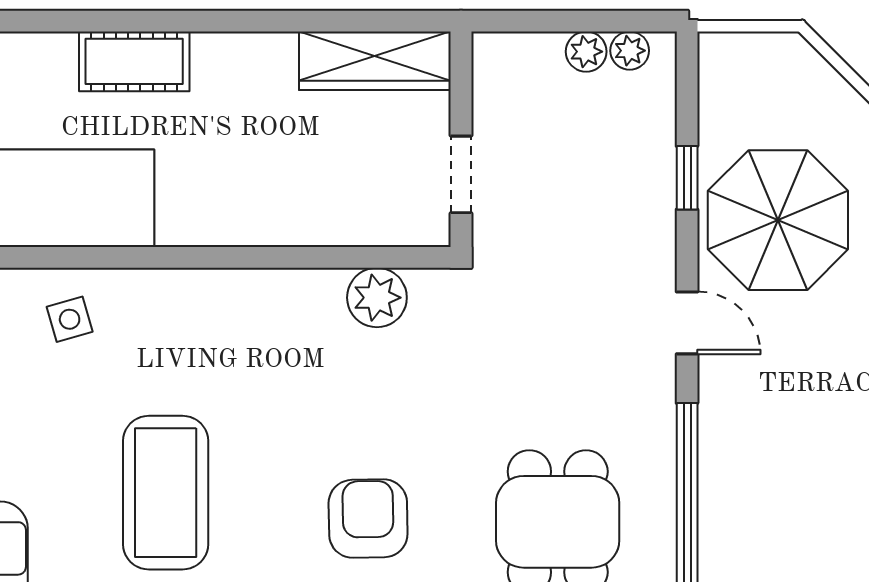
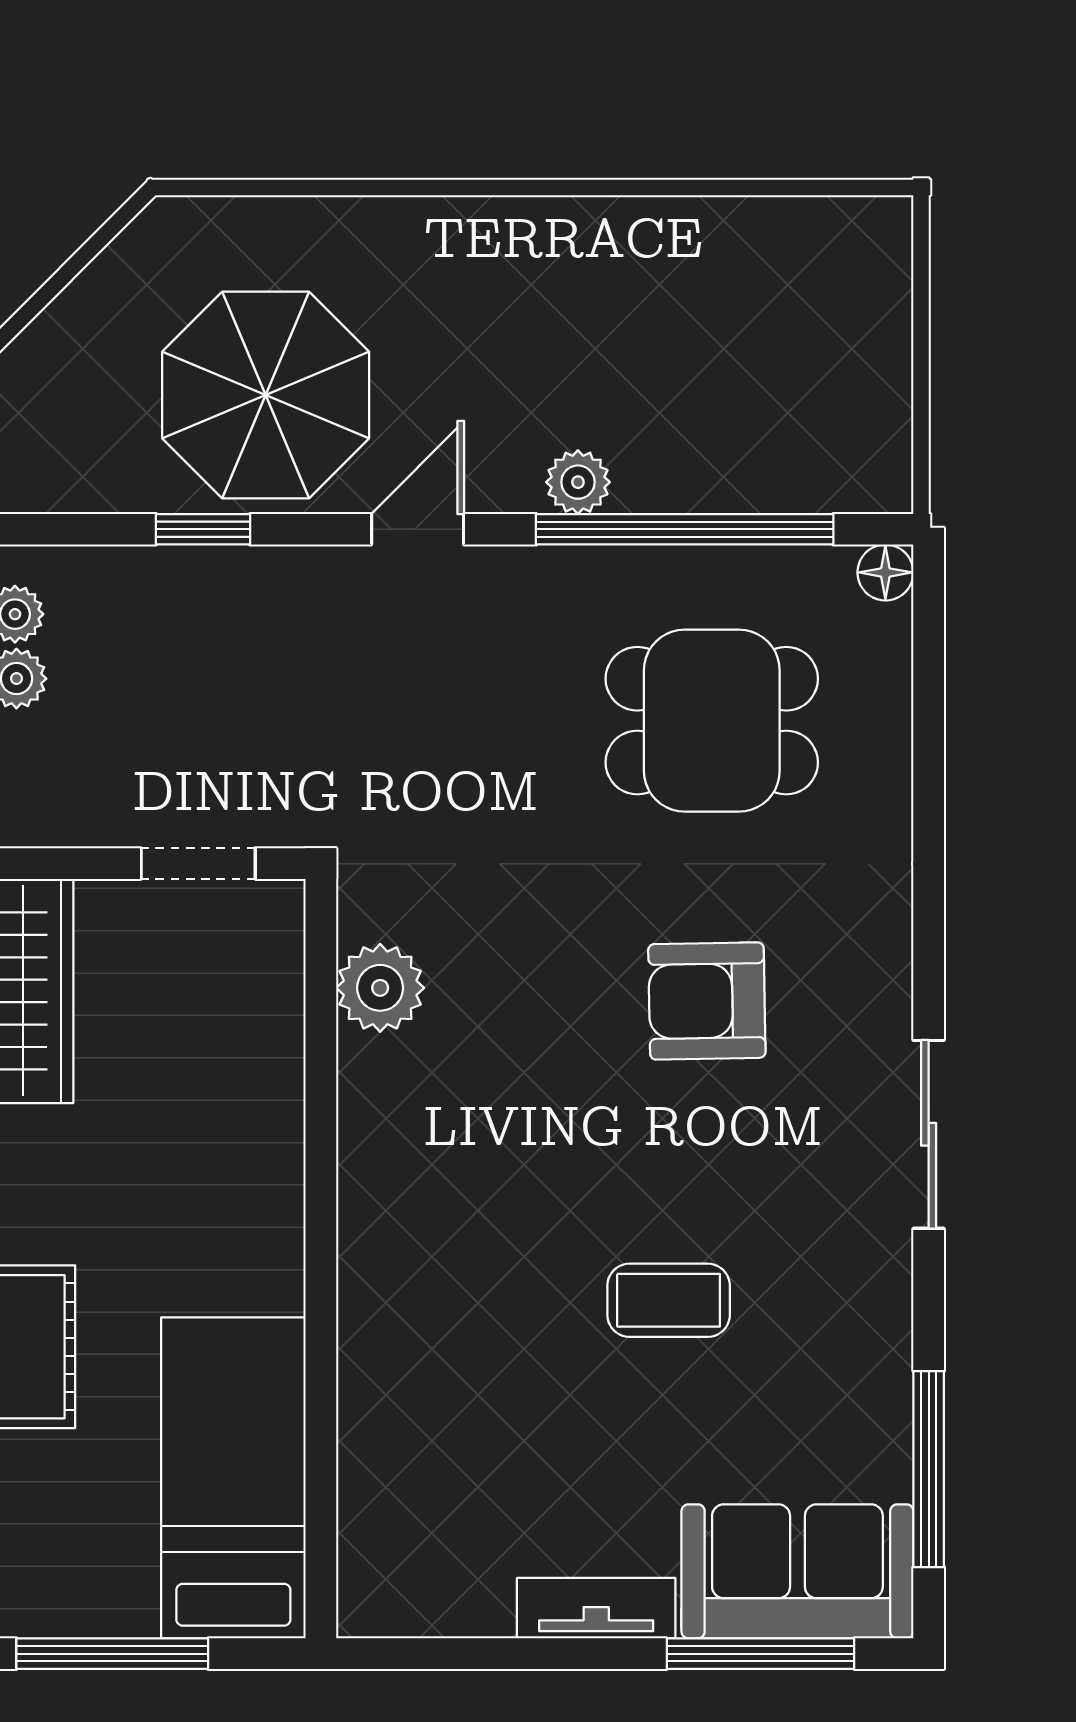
side table: (70, 319) -> (412, 1442), removed
plant: (719, 431) -> (578, 482), added
coffee table: (166, 493) -> (669, 1300), width x0.54, depth x0.58

